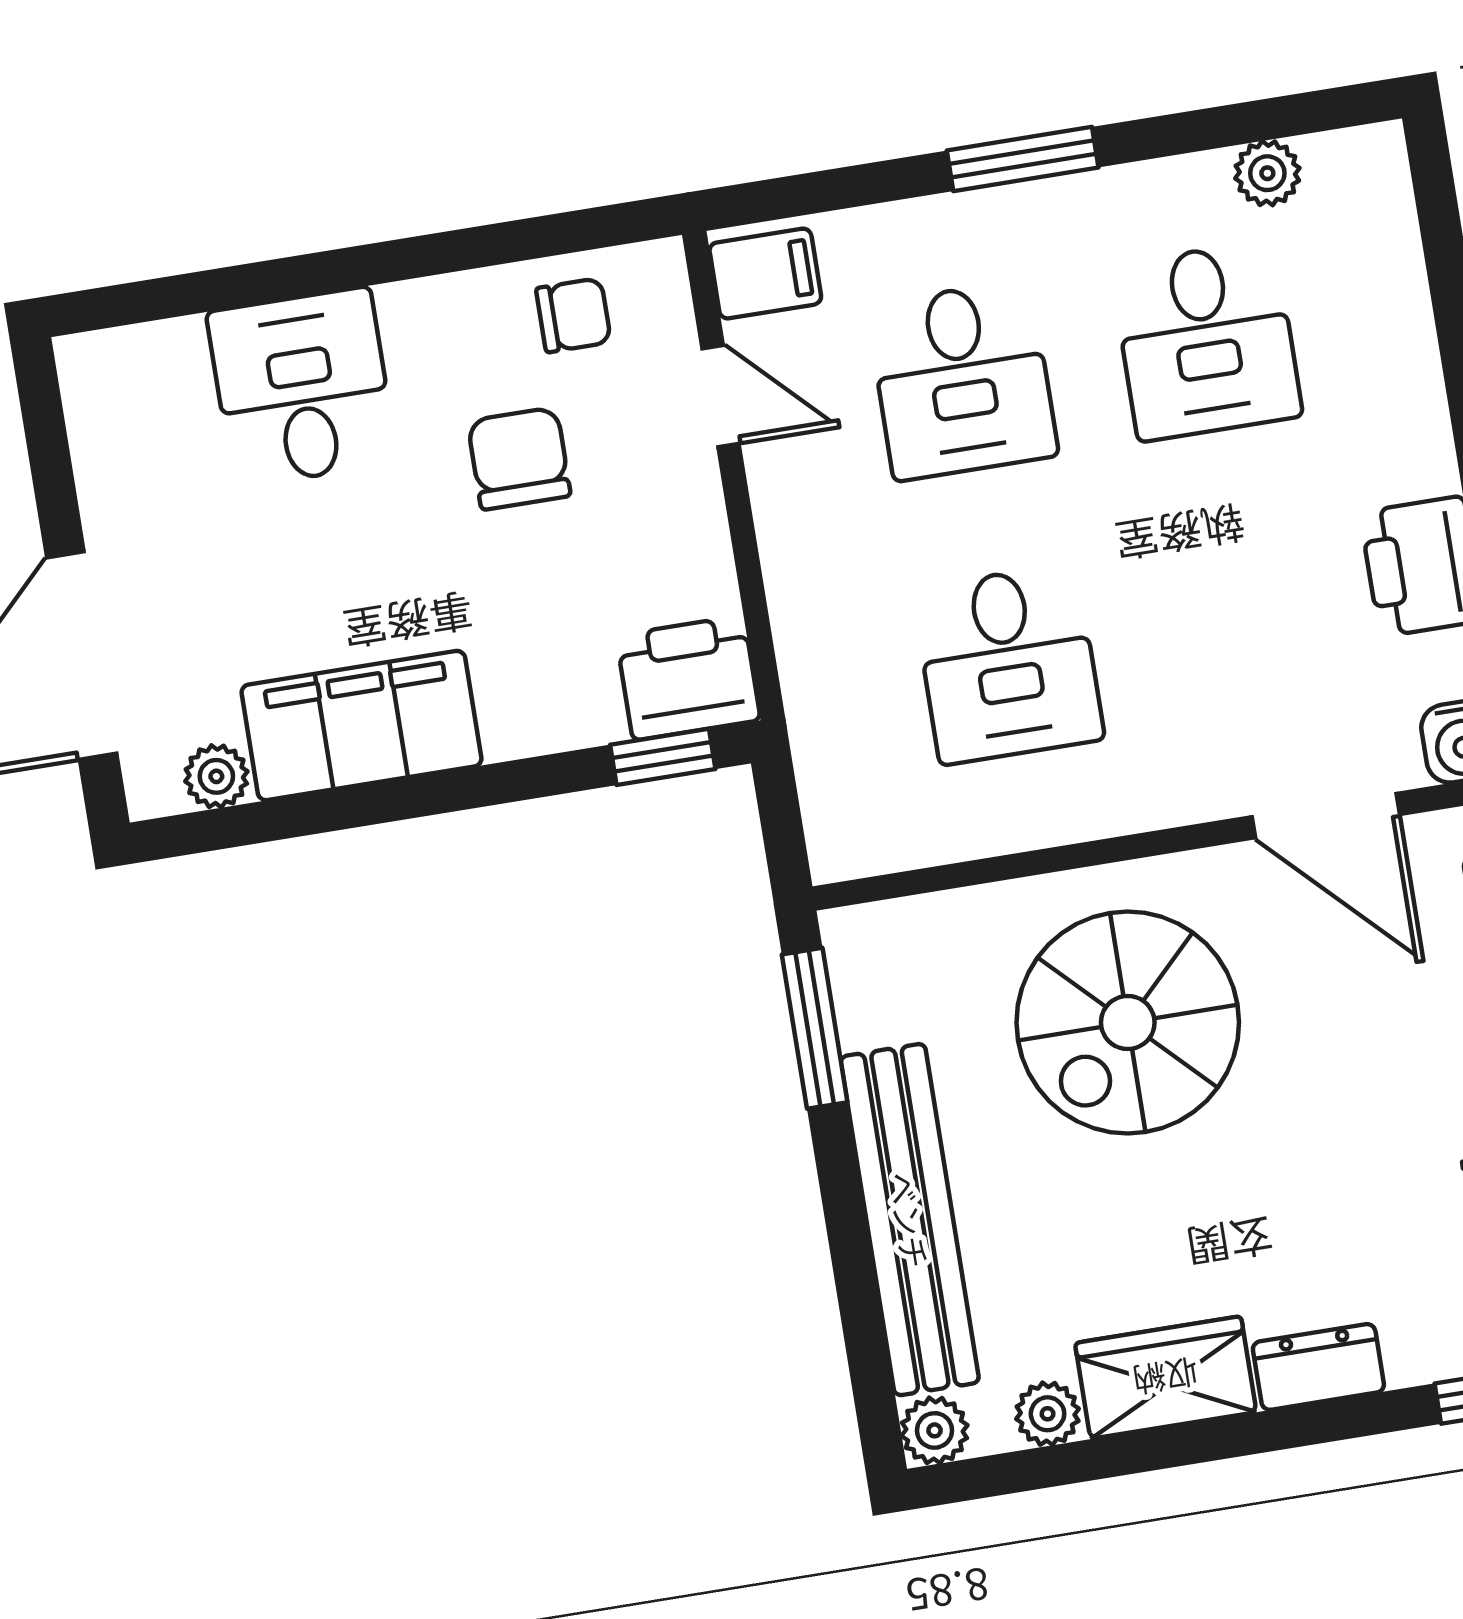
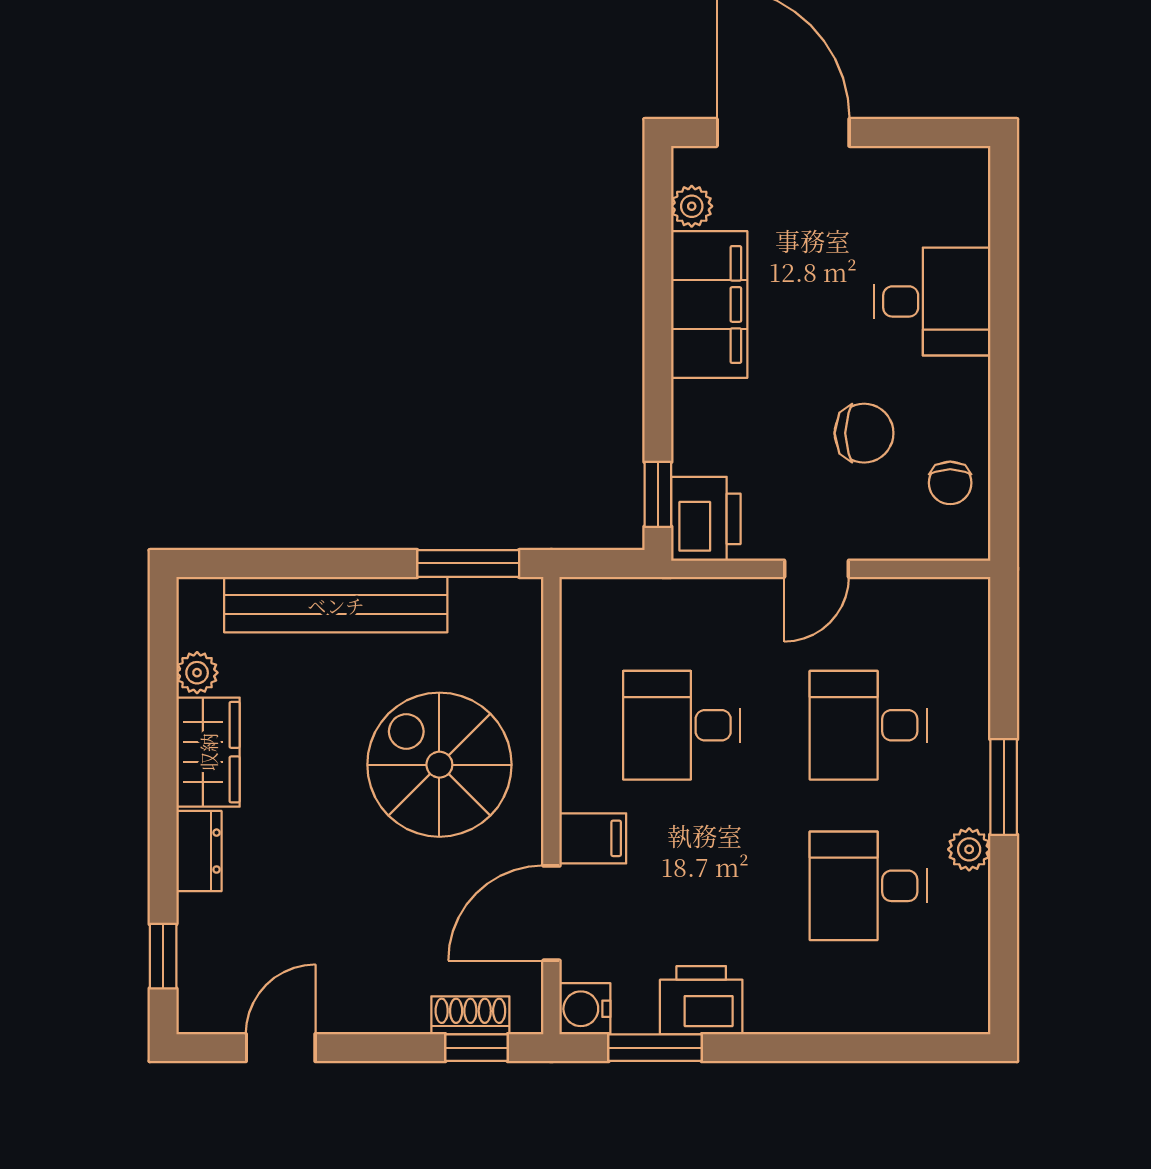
plant: (1267, 173) -> (969, 849), moved
filing cabinet: (765, 274) -> (593, 838), moved, turned -90
door: (721, 396) -> (816, 569), moved
plant: (935, 1430) -> (198, 598), removed

